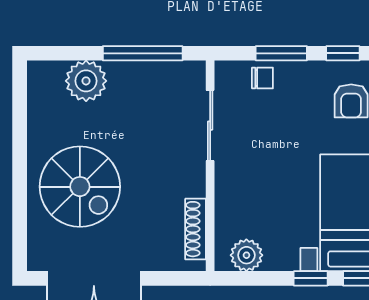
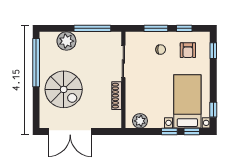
chair: (262, 78) -> (161, 50), moved
window: (20, 128) -> (36, 63), added
shoe rack: (196, 229) -> (117, 96), moved

